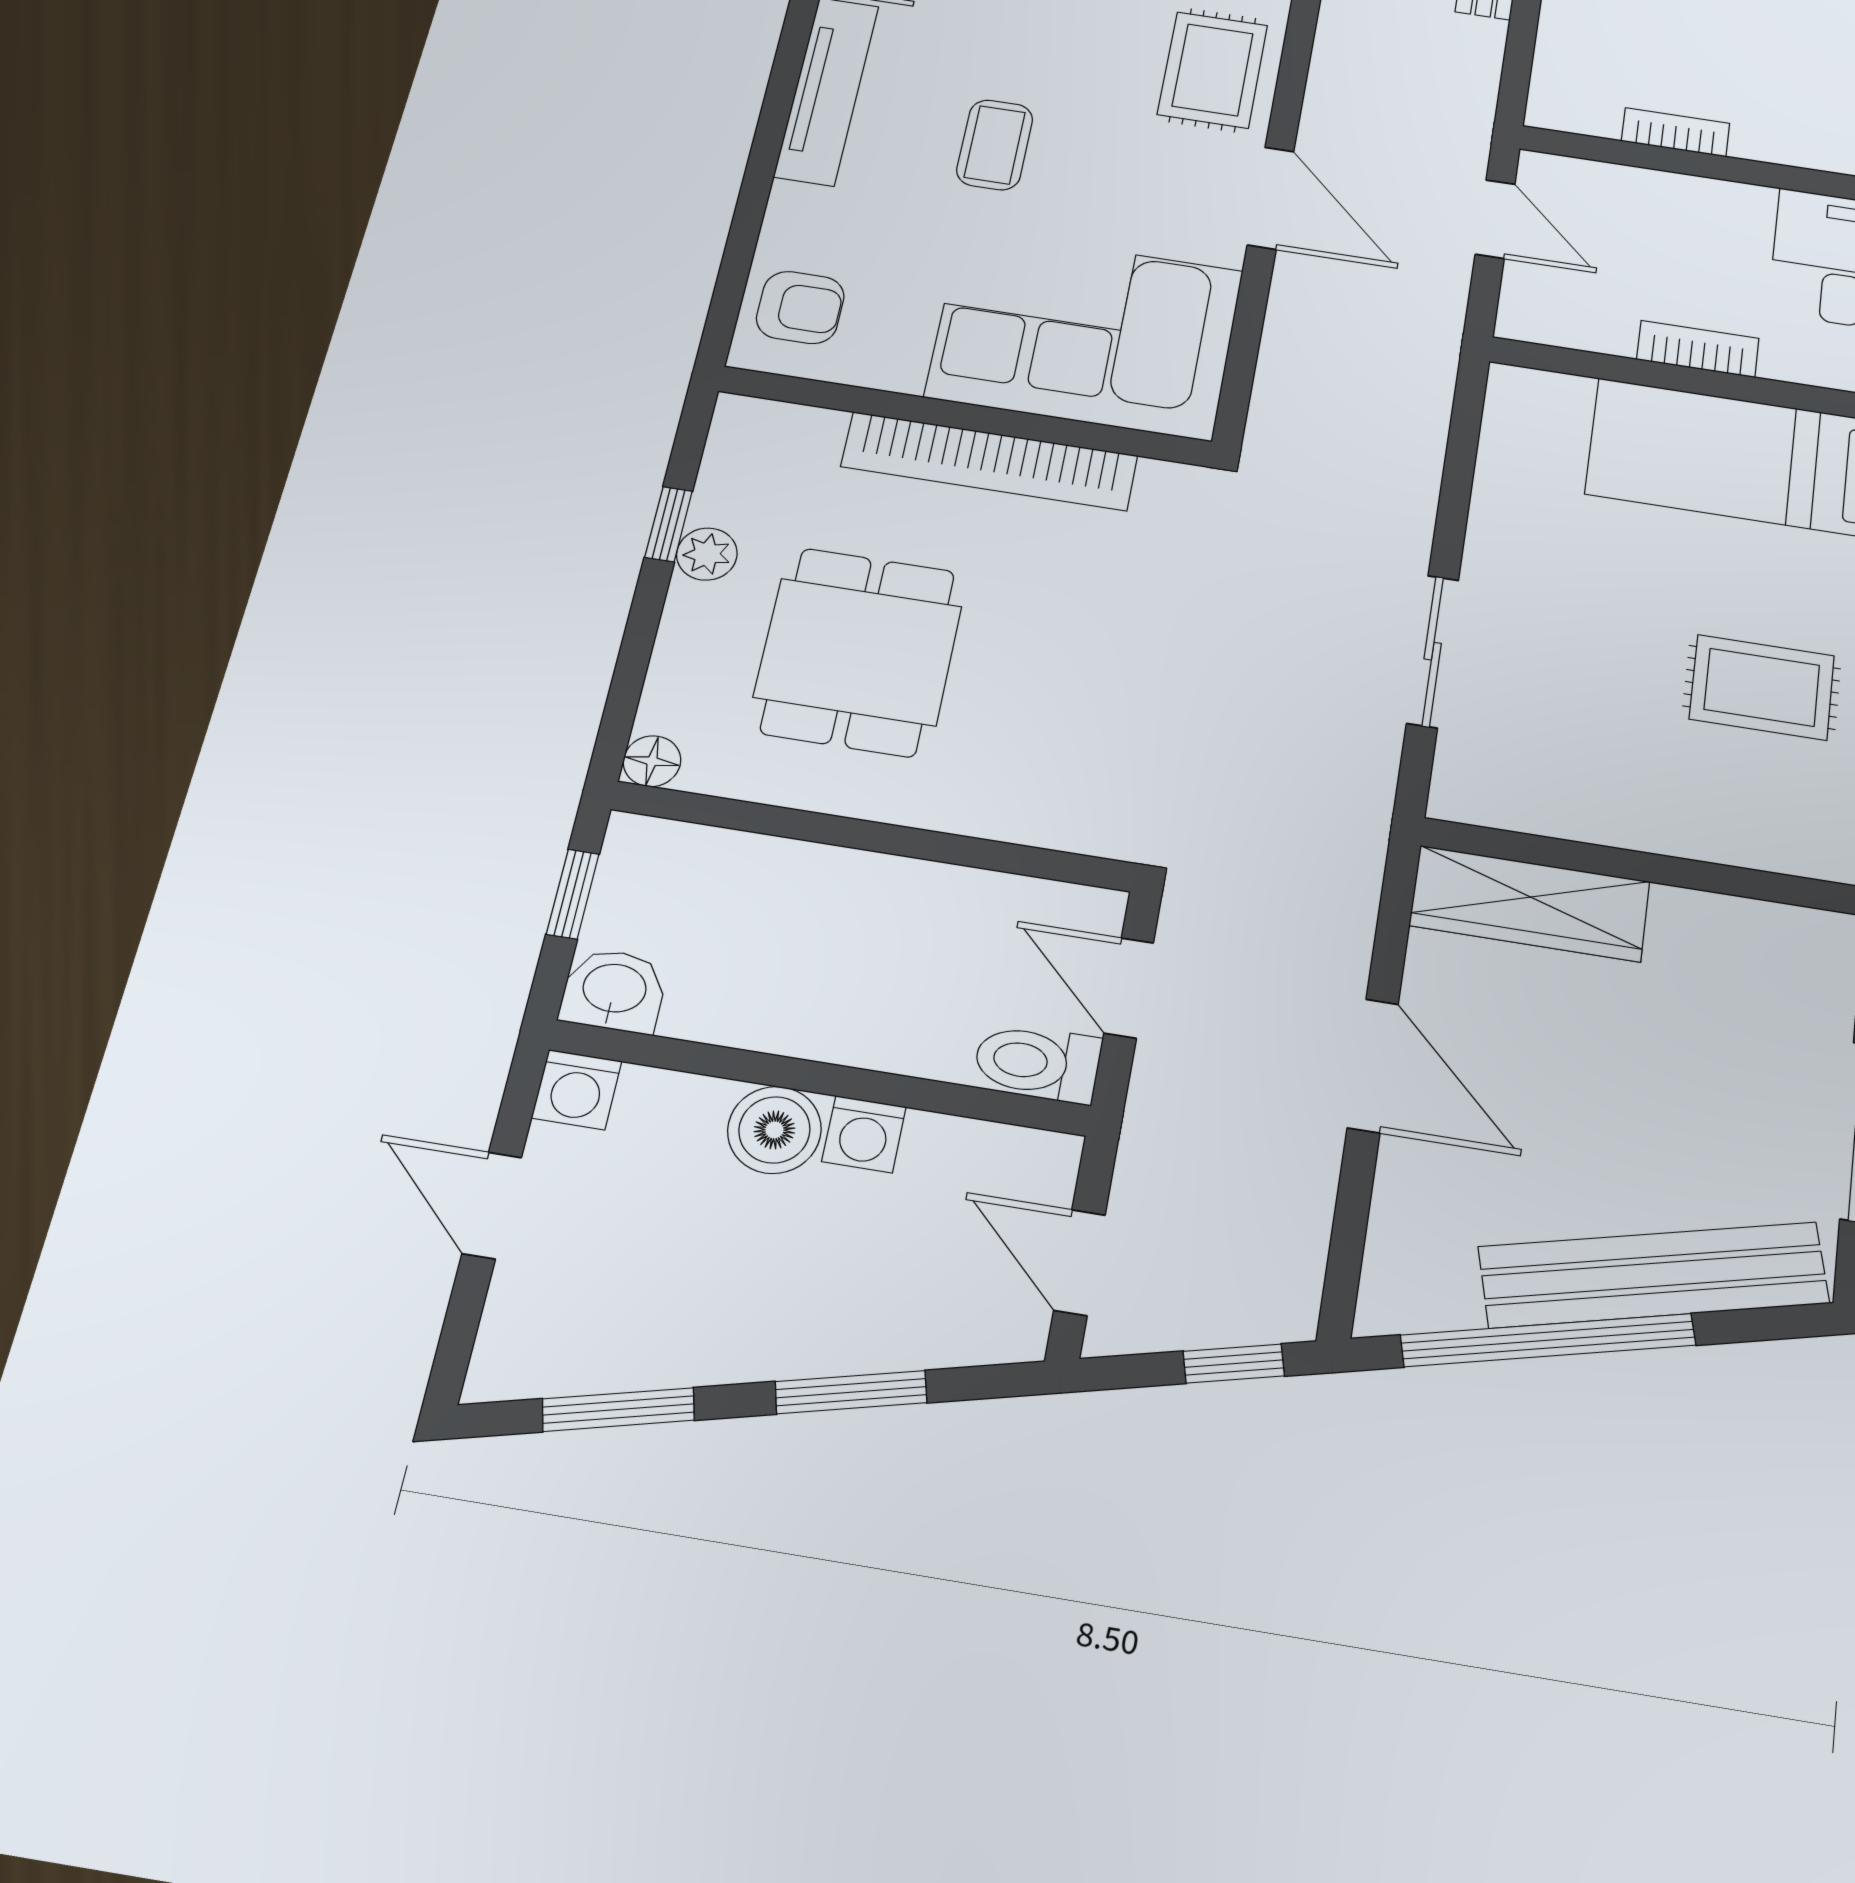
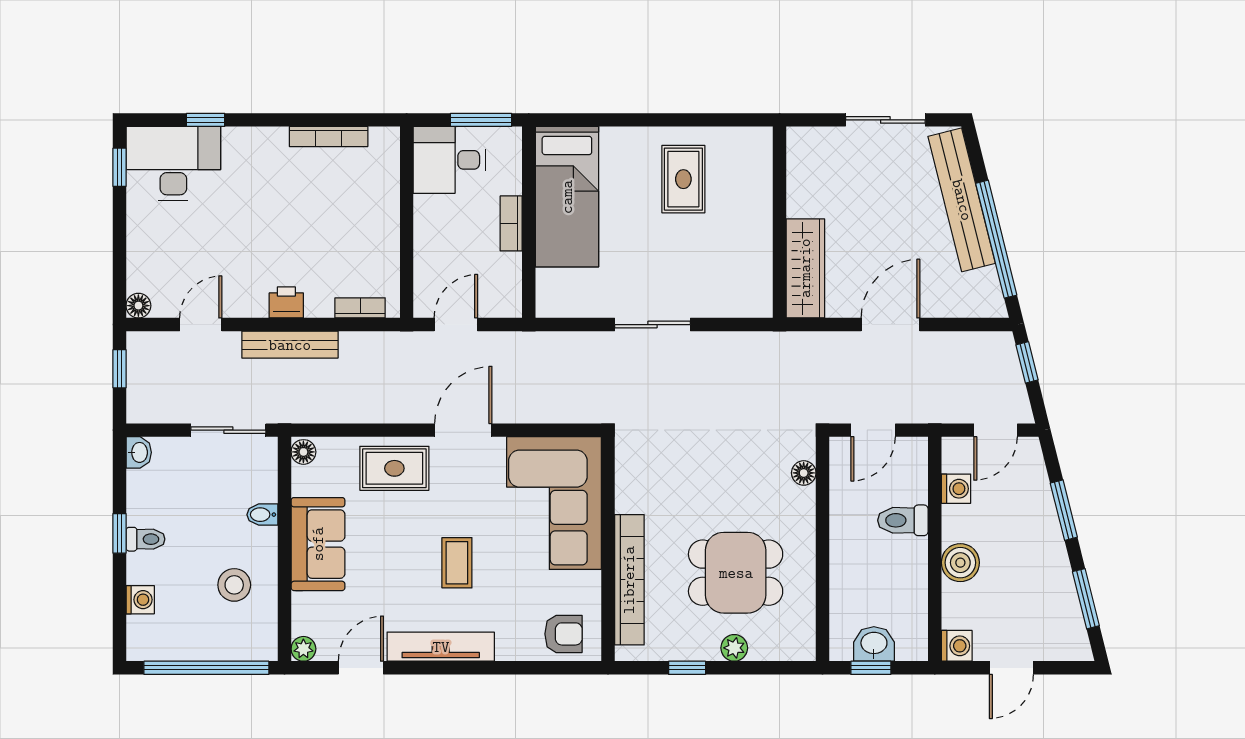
bookcase: (1676, 132) -> (360, 308), moved, turned 90
coffee table: (995, 145) -> (457, 563), turned 90
armchair: (800, 307) -> (564, 634), turned 90
bookcase: (989, 461) -> (629, 580), moved
plant: (707, 554) -> (734, 648), moved
sliding door: (1433, 651) -> (652, 325), moved
floor lamp: (652, 761) -> (804, 473), moved
washbasin: (614, 990) -> (874, 644), moved, turned 90
toilet: (1037, 1063) -> (903, 520), moved, turned 90
washing machine: (864, 1134) -> (956, 489), moved

